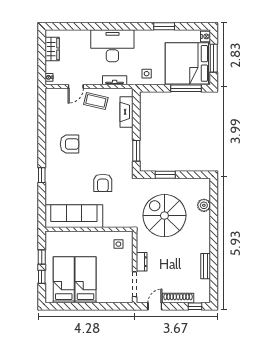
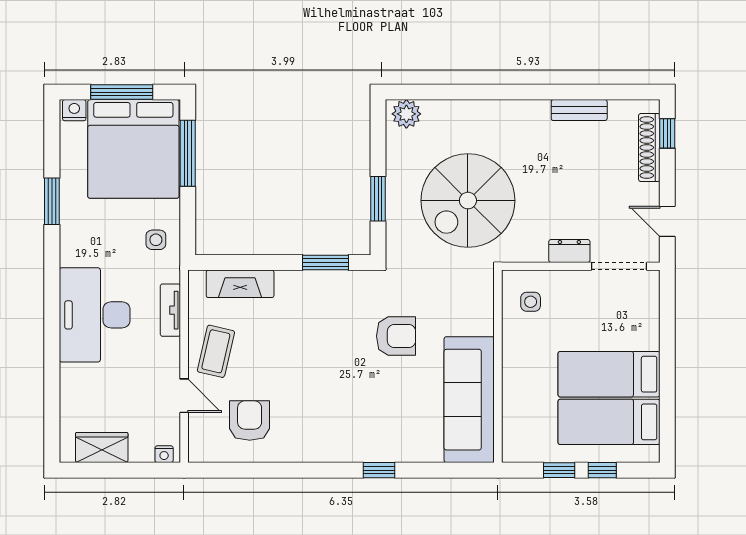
armchair: (70, 144) -> (250, 421), moved
plant: (204, 205) -> (406, 114), moved
shoe rack: (178, 298) -> (649, 148), moved

